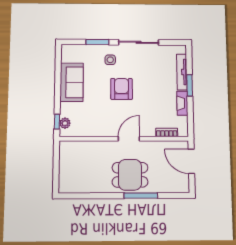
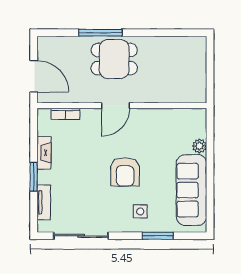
sliding door: (138, 42) -> (81, 236), moved
tv unit: (182, 72) -> (44, 202), width x0.71
sofa: (72, 82) -> (192, 190), width x1.36
window: (57, 122) -> (210, 128), removed
plant: (65, 123) -> (199, 146), moved

